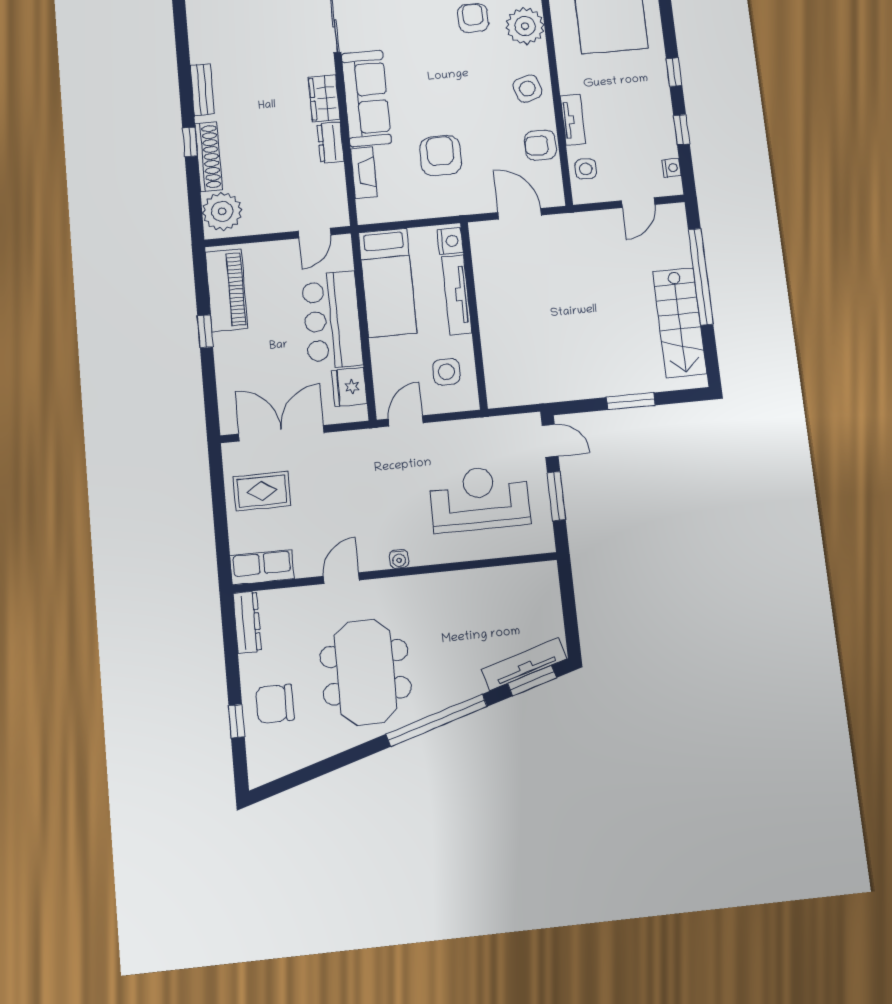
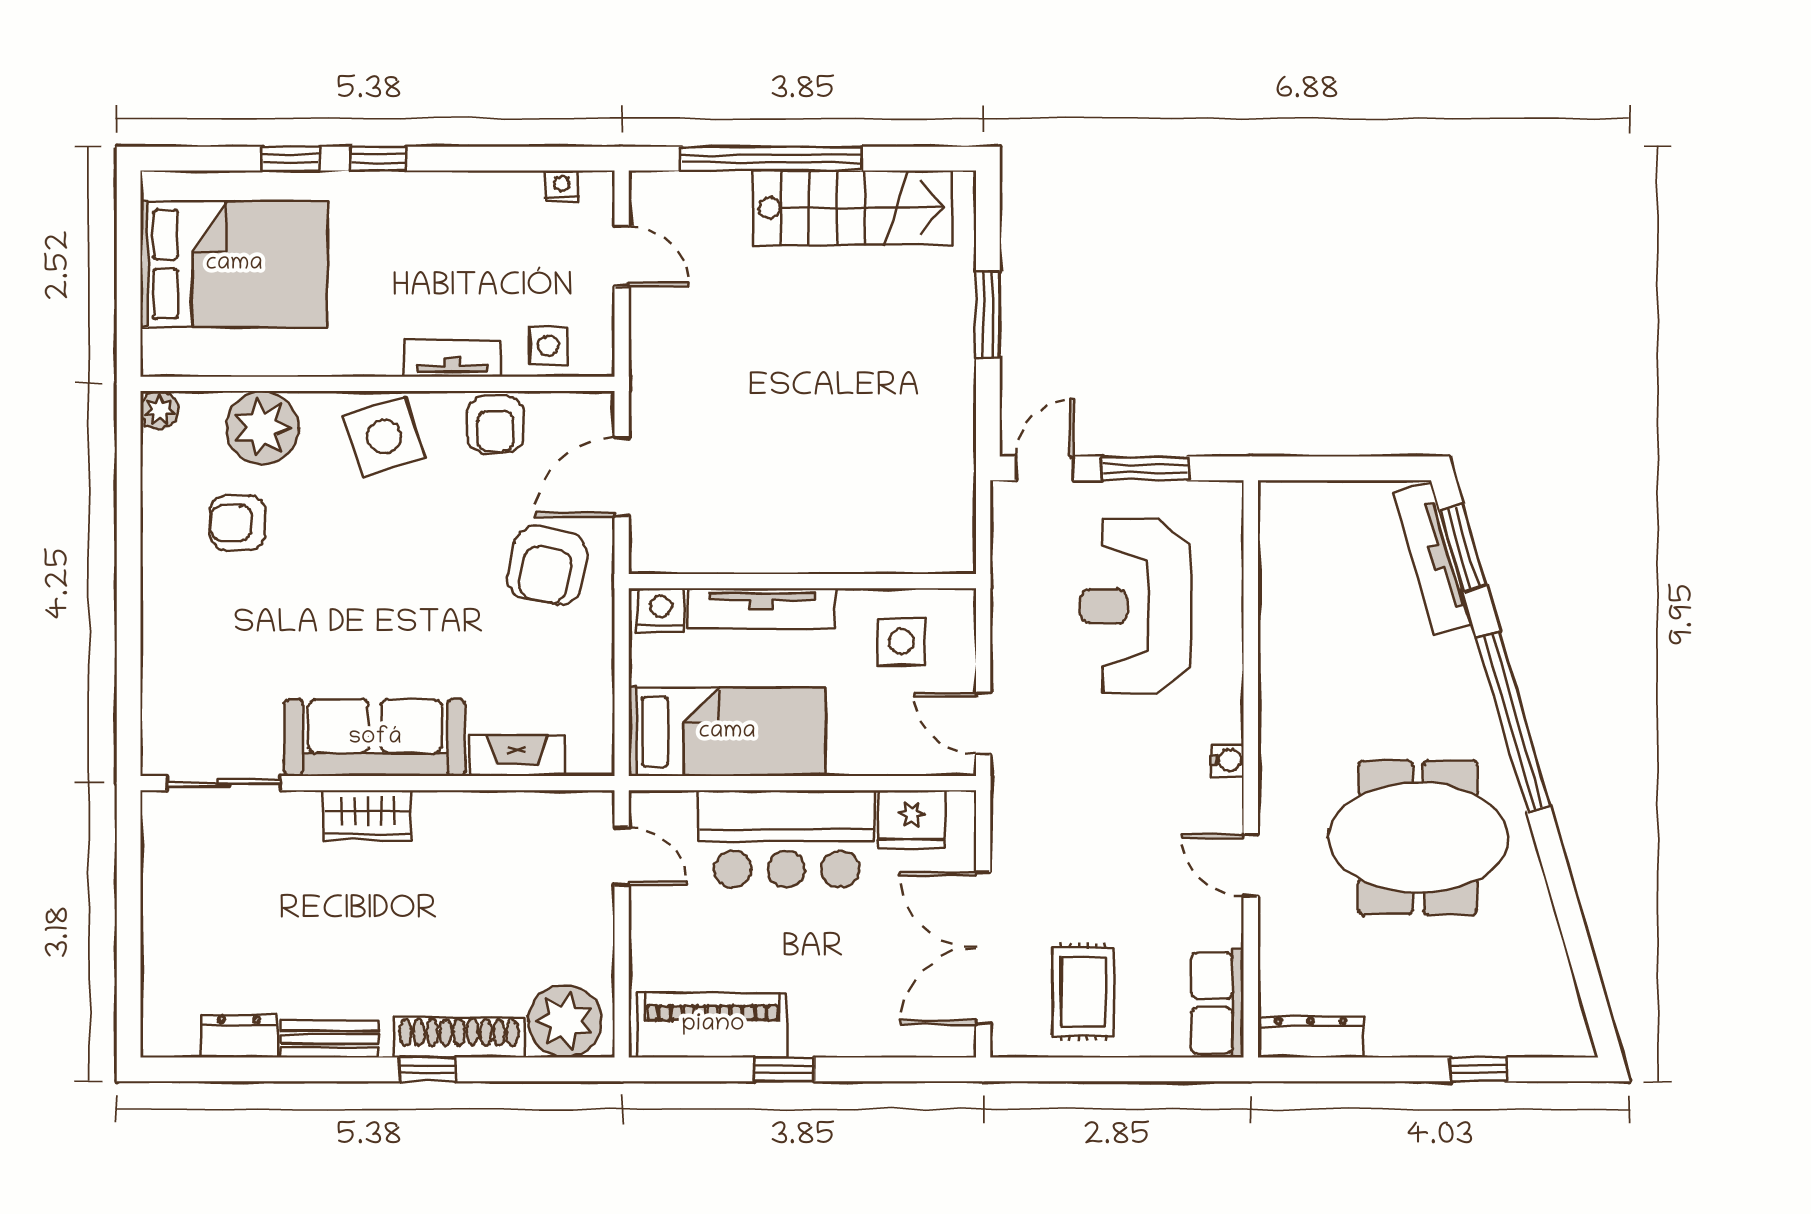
side table: (527, 89) -> (384, 436), width x1.37, depth x1.37
window: (682, 130) -> (291, 159), moved
dresser: (330, 142) -> (239, 1036), moved, turned 180
armchair: (441, 156) -> (547, 566), moved, turned -78
chair: (275, 704) -> (1456, 1000), removed

